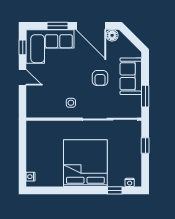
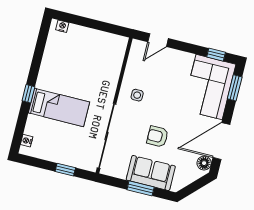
window: (58, 26) -> (235, 88), moved
door: (23, 77) -> (158, 40), moved
window: (145, 96) -> (141, 188), moved
bed: (85, 163) -> (59, 107), width x0.49
window: (115, 190) -> (28, 94), moved

